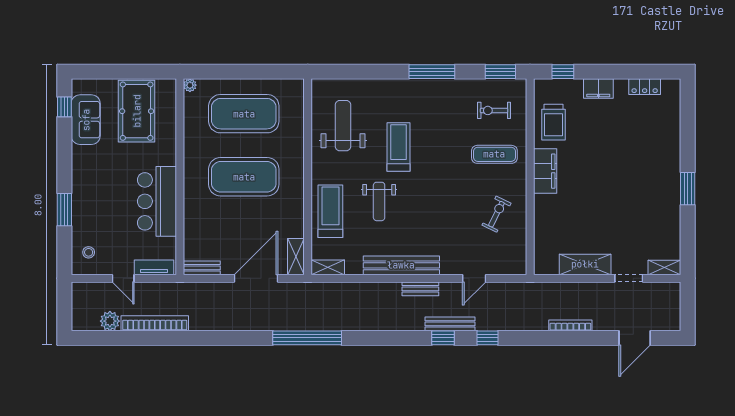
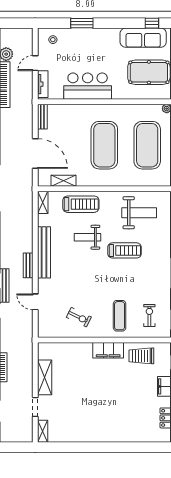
sofa: (86, 120) -> (143, 38), width x1.36
window: (688, 189) -> (96, 447), removed
shelving: (296, 257) -> (63, 181), moved

